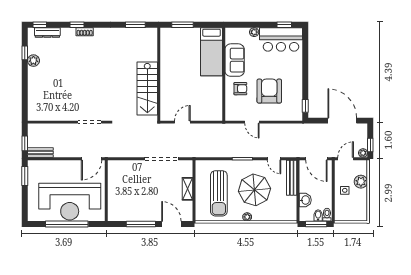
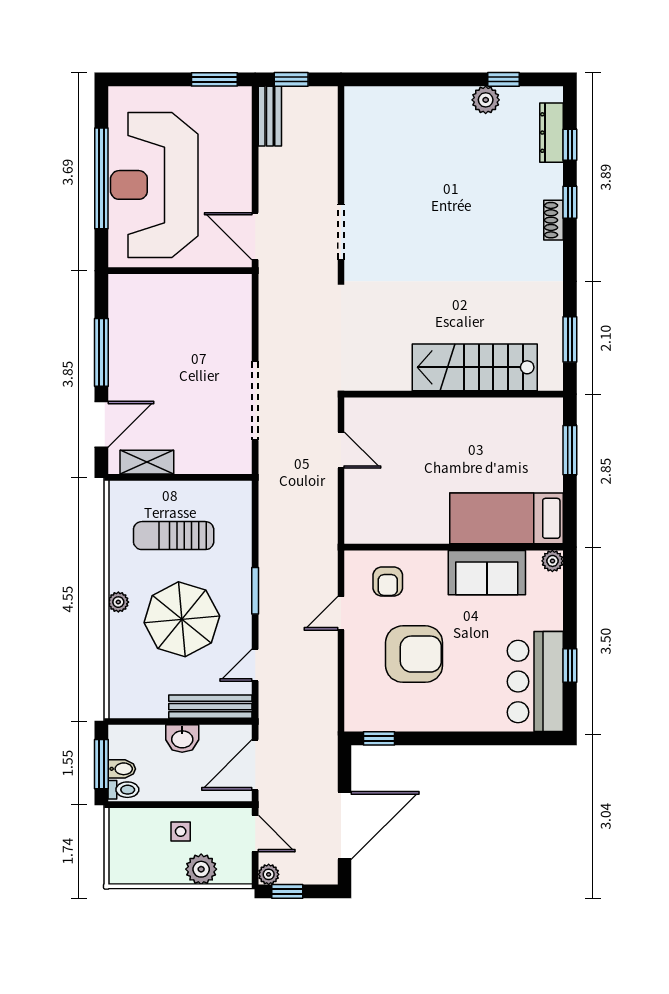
window: (40, 25) -> (570, 145), moved
window: (284, 25) -> (570, 665), moved
plant: (254, 32) -> (552, 561), moved
stairs: (147, 88) -> (475, 367), moved
armchair: (240, 89) -> (388, 581), moved
shelving: (188, 189) -> (147, 462), moved
sun lounger: (219, 193) -> (174, 536), width x0.73, depth x0.75
washbasin: (305, 200) -> (182, 739), moved

